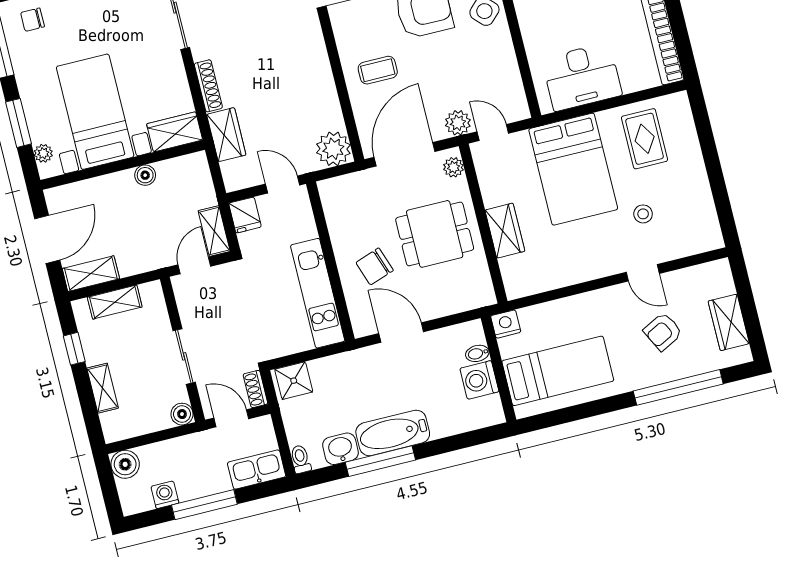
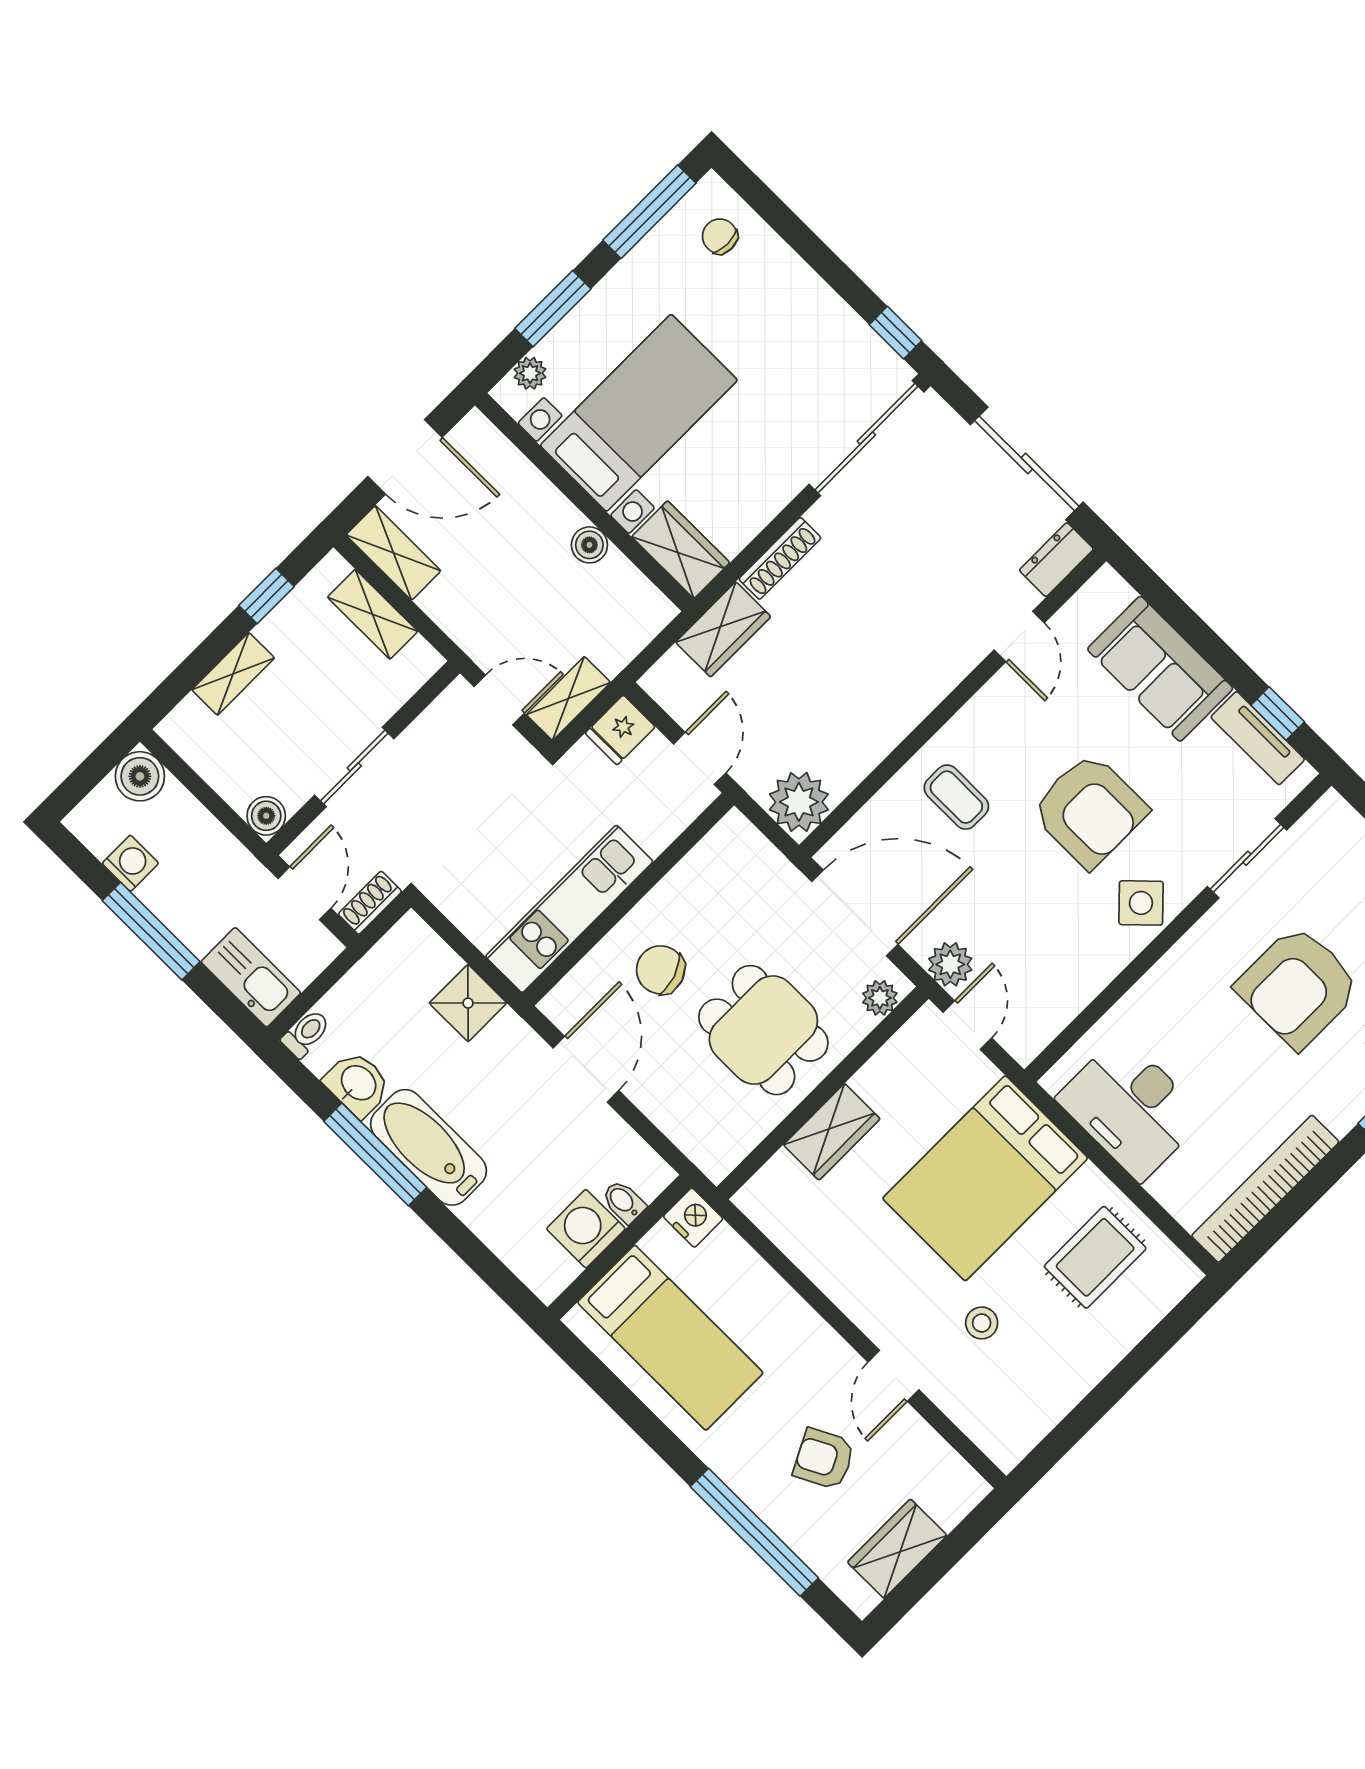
shower: (294, 381) -> (468, 1003), moved

